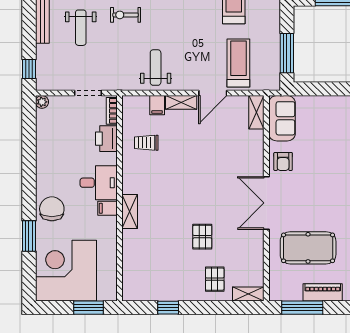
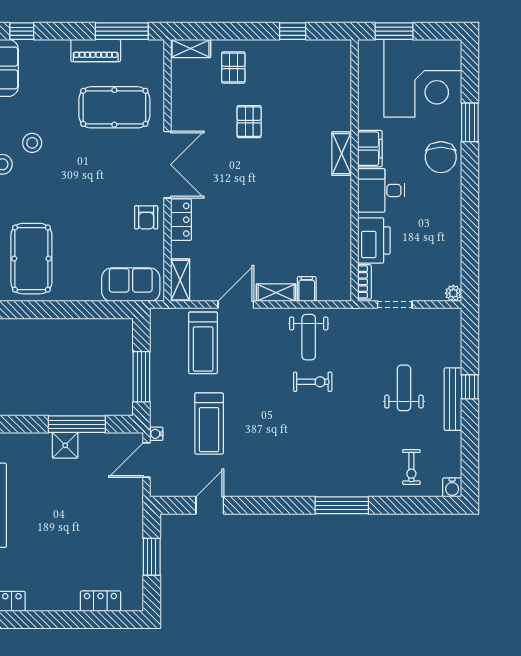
exercise bike: (125, 15) -> (313, 382), moved
window: (287, 53) -> (141, 377), moved
window: (29, 69) -> (470, 387), moved
sofa: (282, 118) -> (131, 285), moved, turned 90
printer: (106, 139) -> (374, 240), width x1.37, depth x1.19
trolley: (146, 143) -> (320, 241), removed
locker: (256, 160) -> (181, 220), added
armchair: (283, 161) -> (146, 217), turned 180
filing cabinet: (108, 208) -> (370, 149), width x2.00

